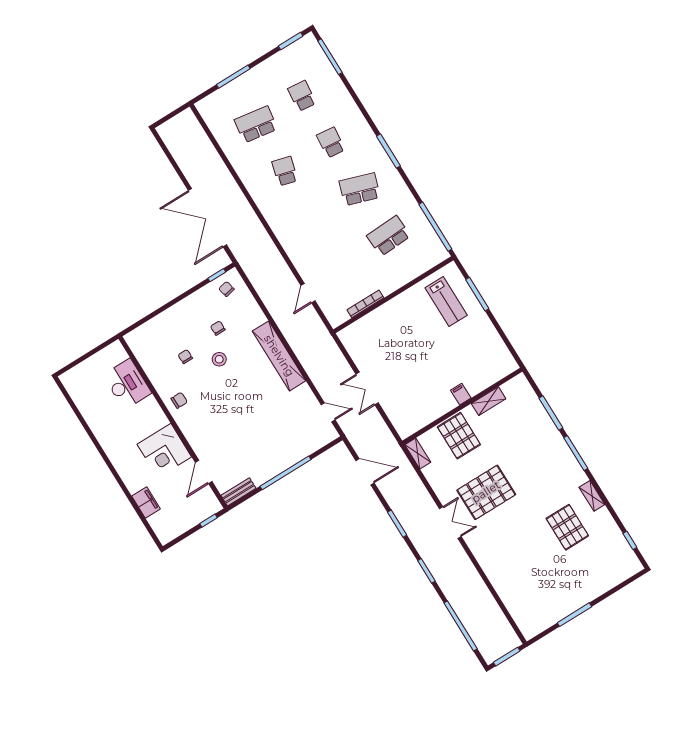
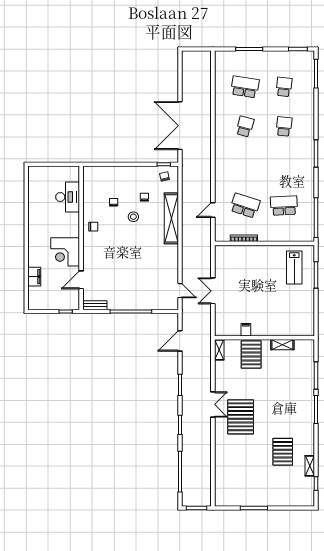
school desk: (360, 189) -> (245, 206), moved
shelving: (279, 356) -> (171, 218), moved
filing cabinet: (461, 394) -> (246, 330), moved
door: (365, 472) -> (180, 341), swing flipped
pallet: (486, 492) -> (241, 417), moved, turned 90
shelving: (592, 496) -> (310, 466), moved

